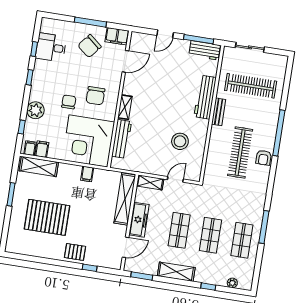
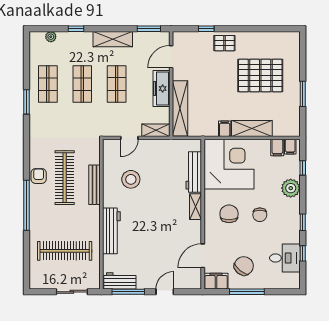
chair: (69, 102) -> (260, 215), moved
bench: (219, 112) -> (95, 185), moved, width x1.36
shelving: (39, 167) -> (252, 128), moved
window: (264, 227) -> (26, 102), width x0.69

